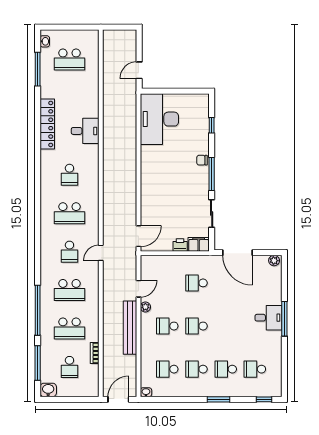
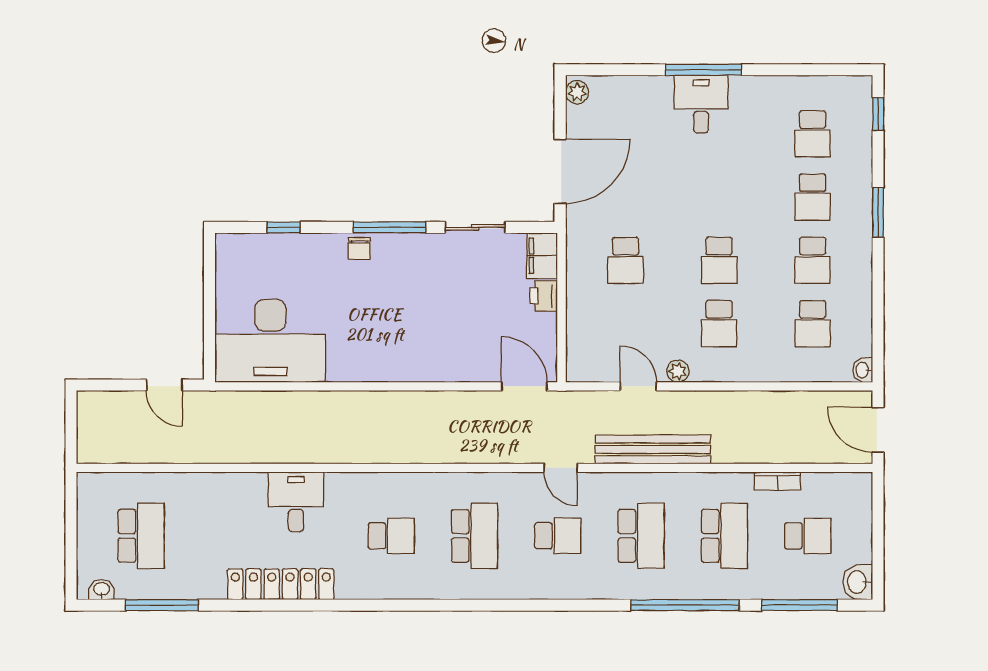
bench: (130, 328) -> (653, 449), moved

